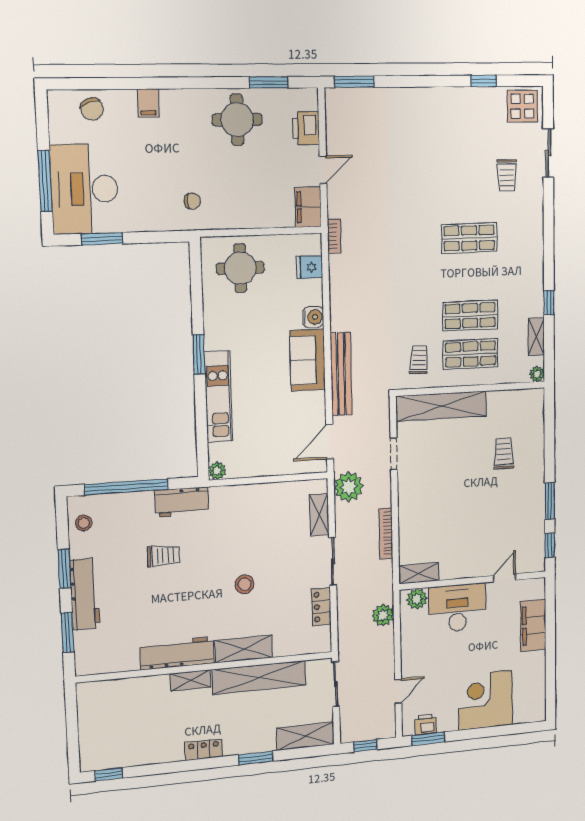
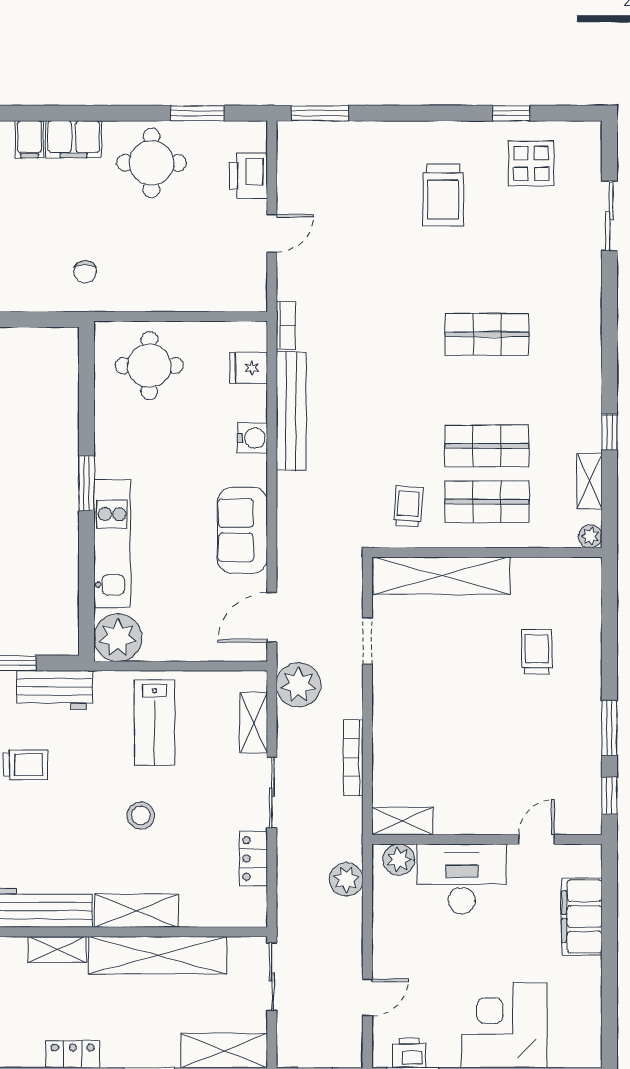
display table: (522, 106) -> (531, 163), moved
trolley: (507, 175) -> (443, 195), moved, width x1.36, depth x1.39
chair: (192, 201) -> (85, 272), turned 90
filing cabinet: (308, 207) -> (74, 139), moved, turned -90
sofa: (308, 360) -> (242, 530), moved
bench: (341, 374) -> (291, 411), moved
plant: (217, 471) -> (118, 638), width x1.88, depth x1.88
lab bench: (252, 520) -> (155, 723), added

